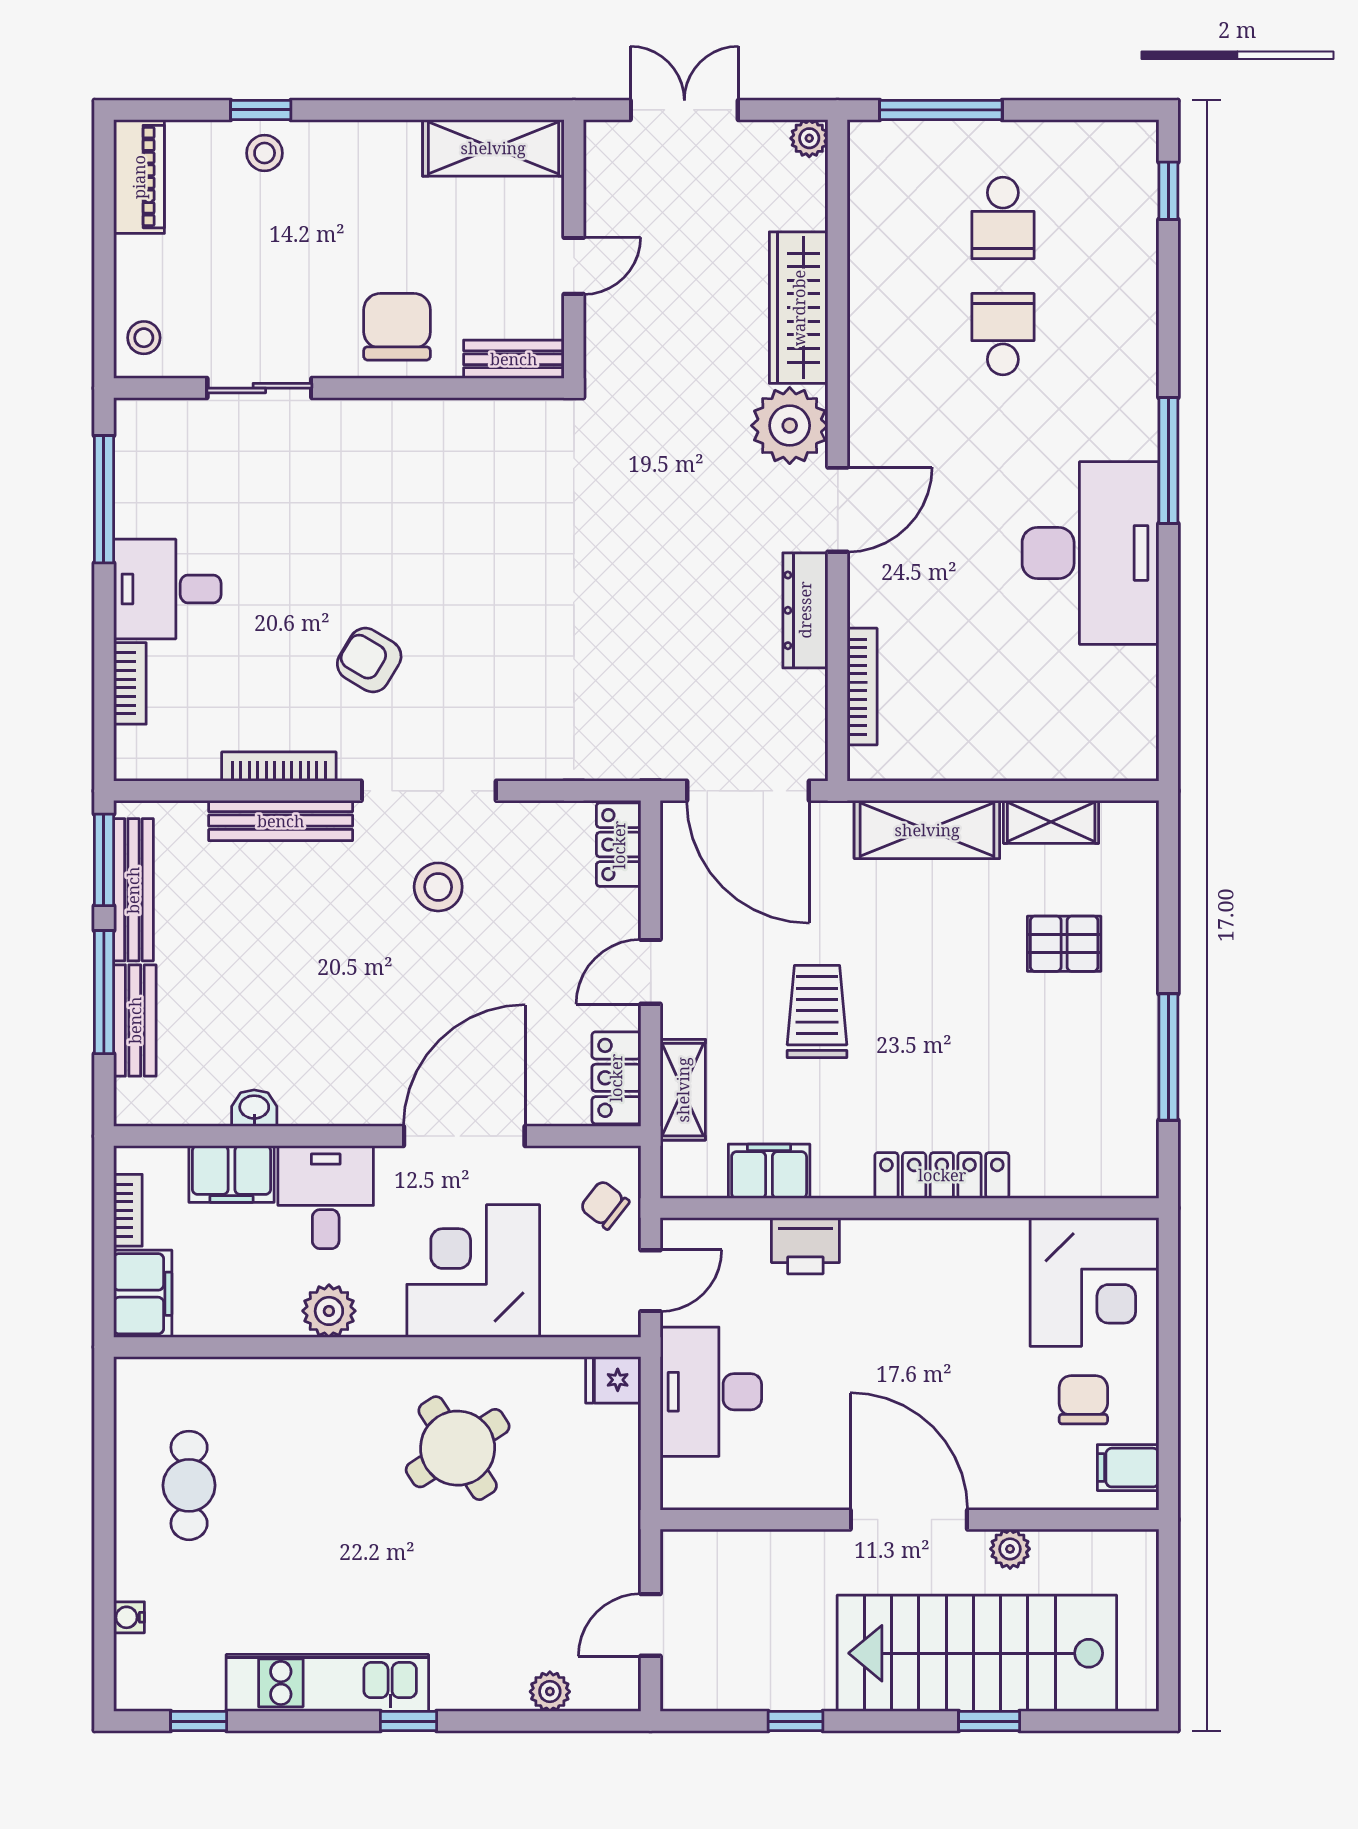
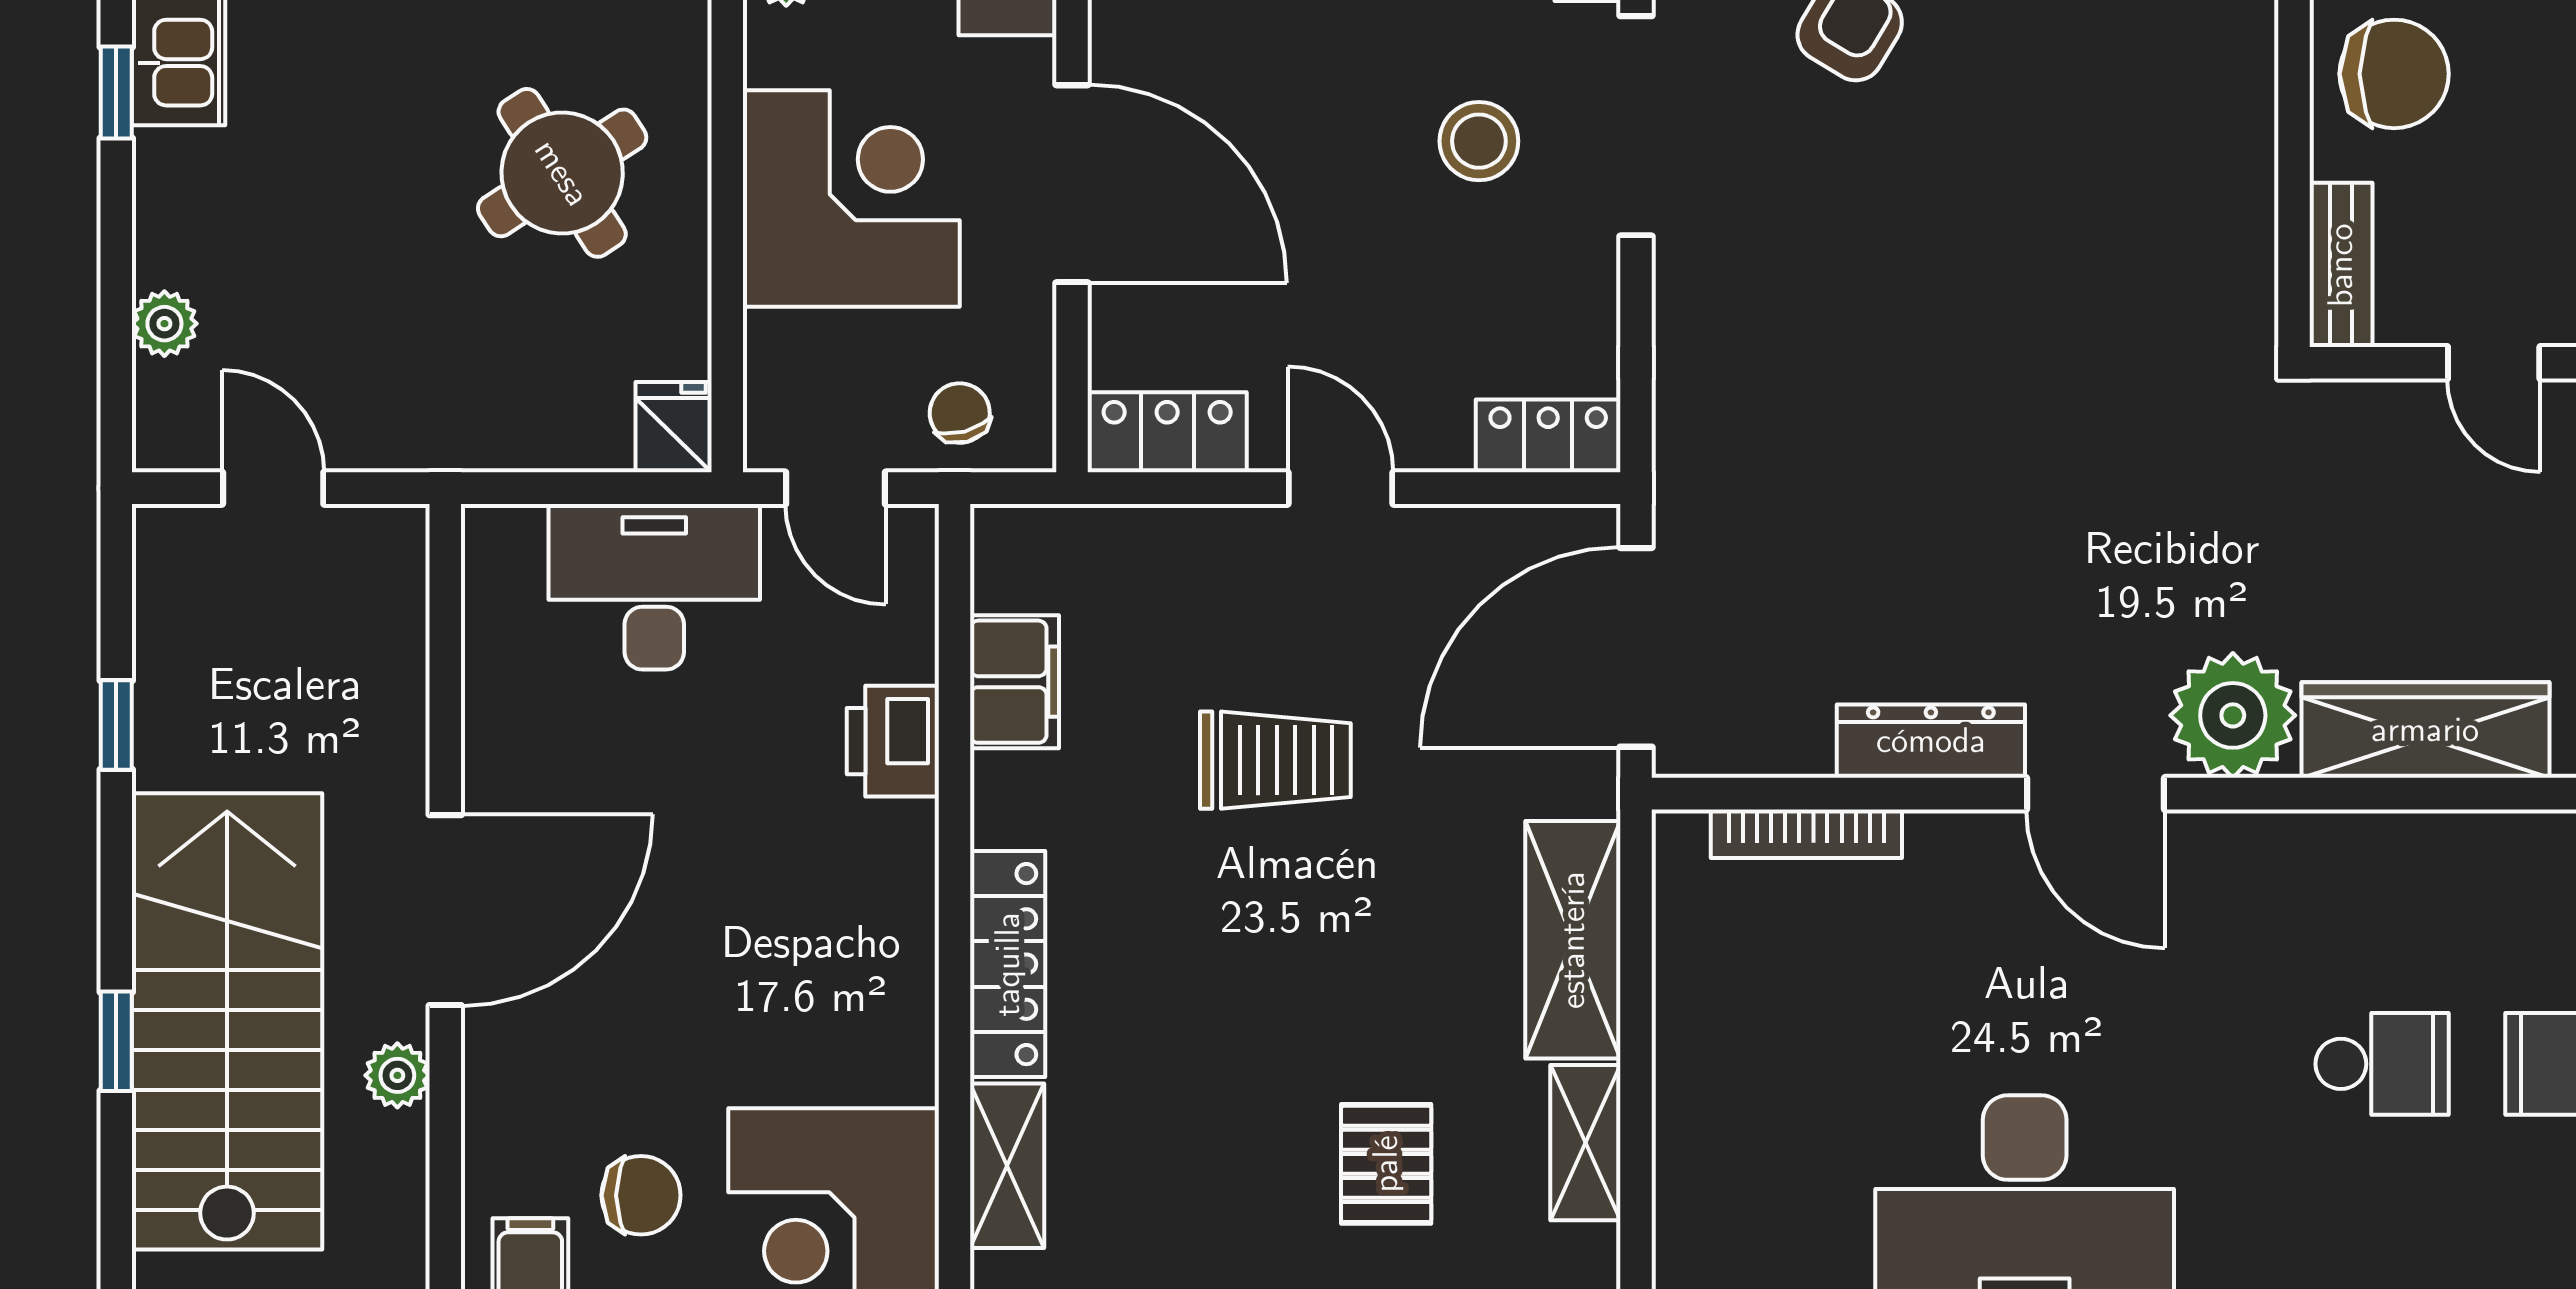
shelving: (683, 1090) -> (1007, 1166), moved, turned 90
chair: (605, 1205) -> (960, 413), turned -53

